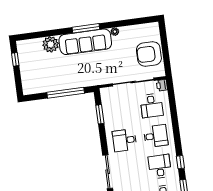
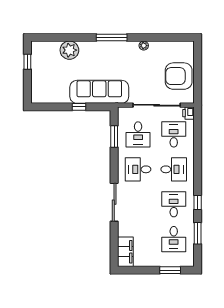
sofa: (85, 42) -> (99, 92), moved, turned 180
window: (66, 93) -> (79, 107), width x0.32
desk: (152, 106) -> (174, 134), turned 180
desk: (120, 110) -> (138, 134), added

